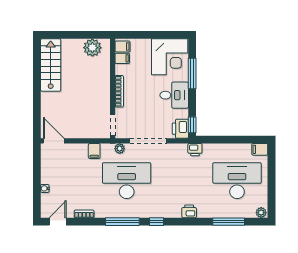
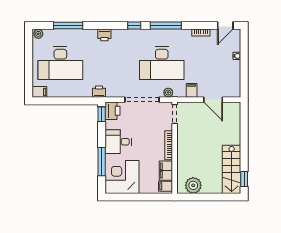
window: (37, 54) -> (244, 179), added
filing cabinet: (122, 58) -> (166, 171), width x2.00
door: (54, 141) -> (213, 100), moved

